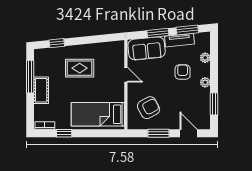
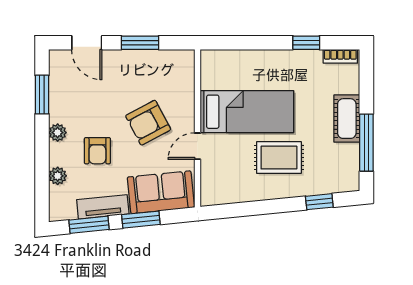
door: (126, 75) -> (197, 146), hinge flipped
armchair: (149, 108) -> (148, 123), moved
bed: (98, 114) -> (247, 112), moved

